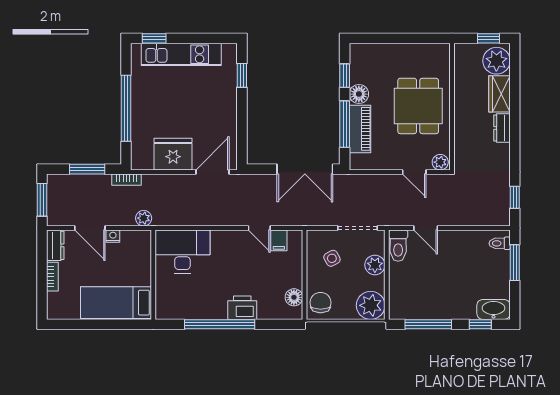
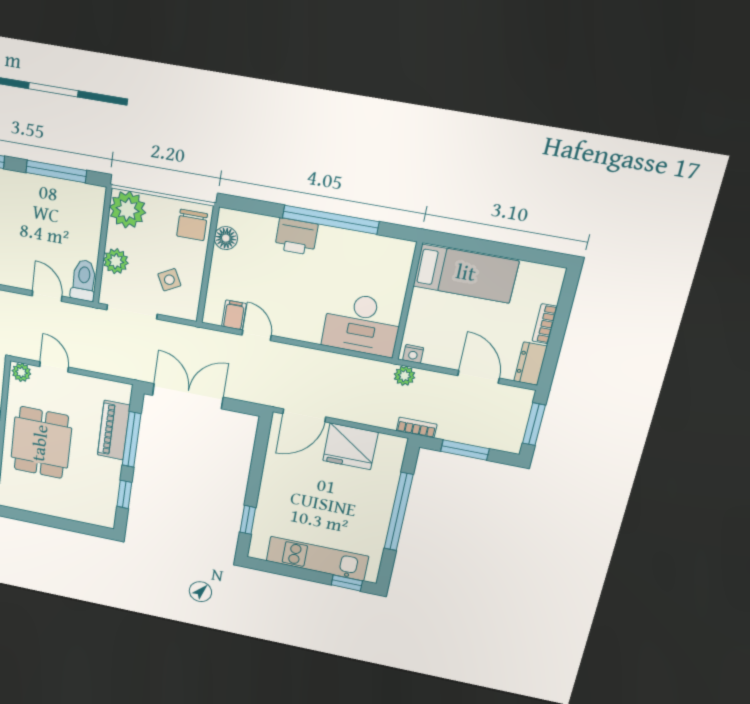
floor lamp: (359, 94) -> (110, 470), removed
nightstand: (113, 236) -> (413, 354), moved

